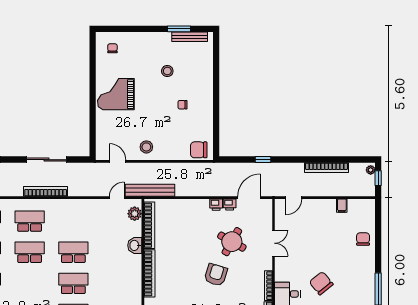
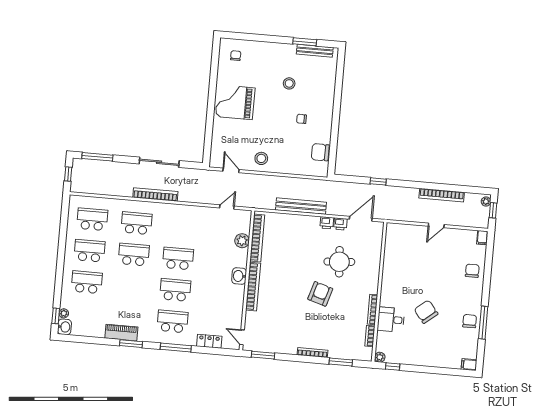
chair: (199, 150) -> (320, 152), moved
bench: (150, 190) -> (301, 206), moved
door: (294, 198) -> (436, 225), moved
filing cabinet: (342, 206) -> (482, 238), moved
plant: (135, 214) -> (242, 241), moved
round table: (232, 242) -> (339, 262), turned -33
double door: (274, 243) -> (381, 267), removed
washbasin: (135, 245) -> (239, 276), moved
chair: (365, 289) -> (470, 321), added

